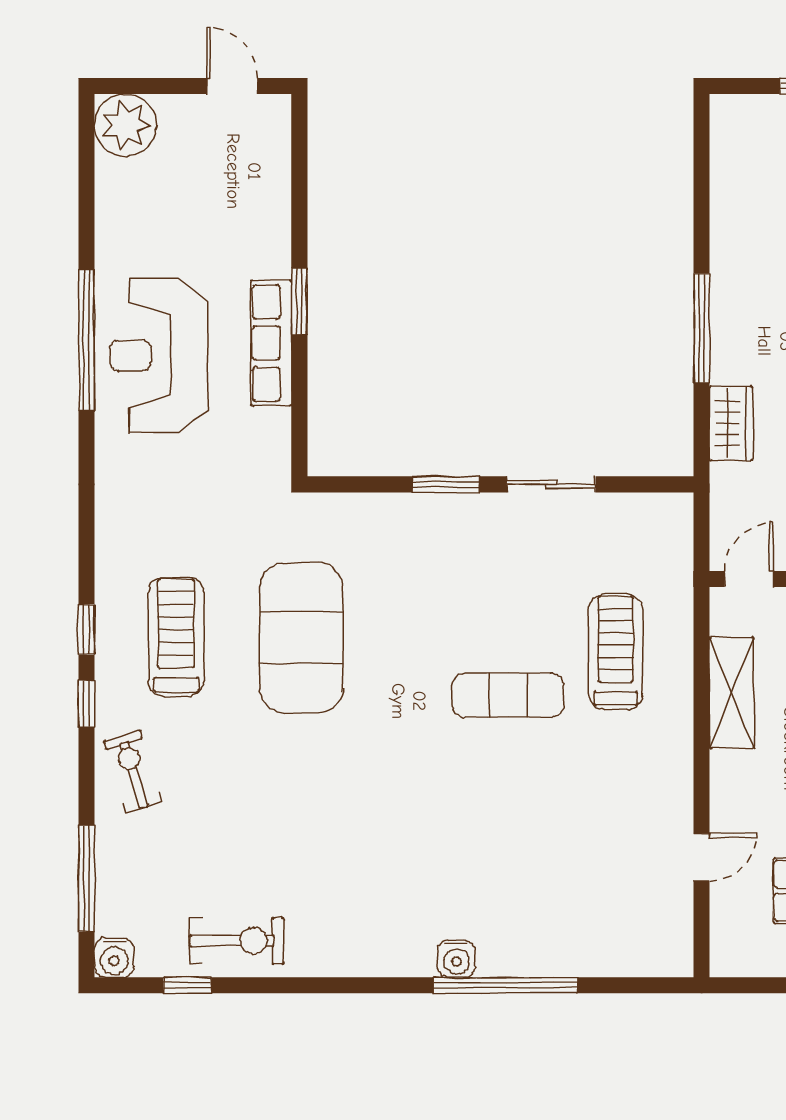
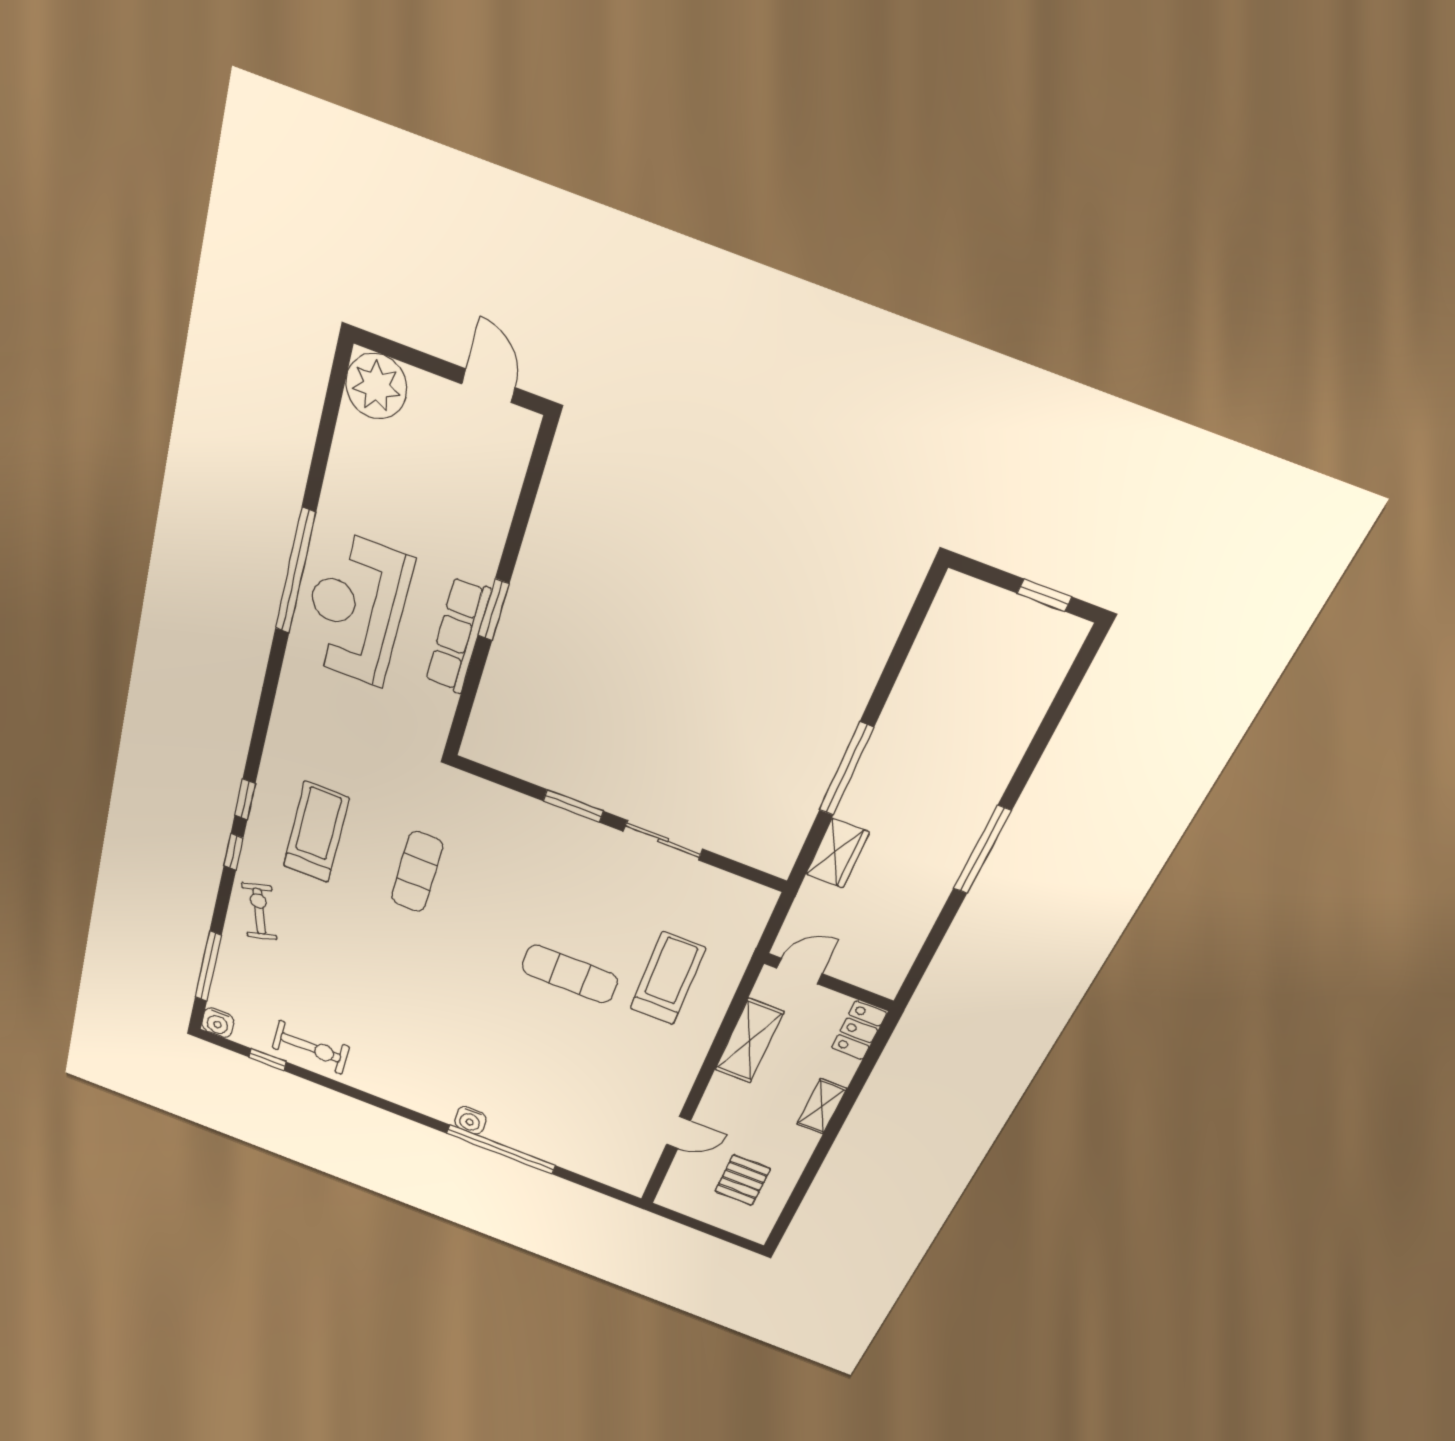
exercise mat: (301, 638) -> (417, 872), width x0.50, depth x0.69

